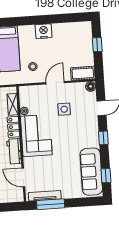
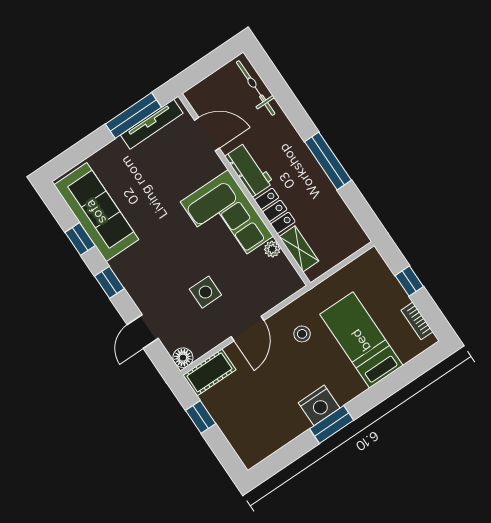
window: (43, 20) -> (332, 425), added
window: (97, 45) -> (201, 417), moved
window: (106, 176) -> (80, 239), moved

